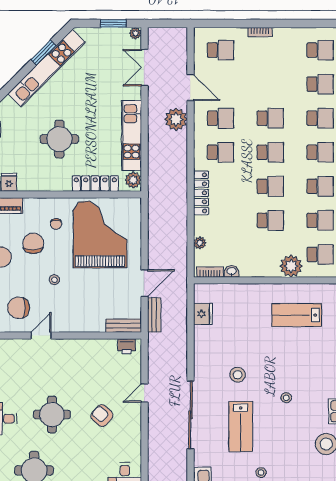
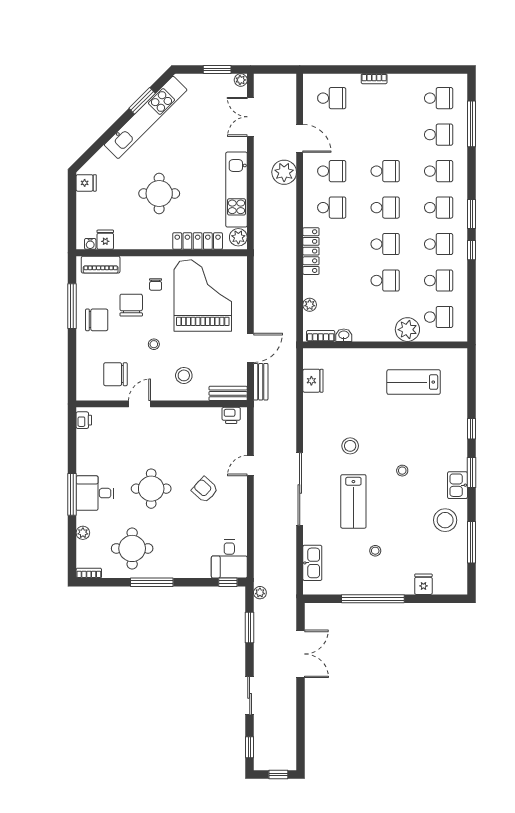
stool: (82, 309) -> (184, 375), added

